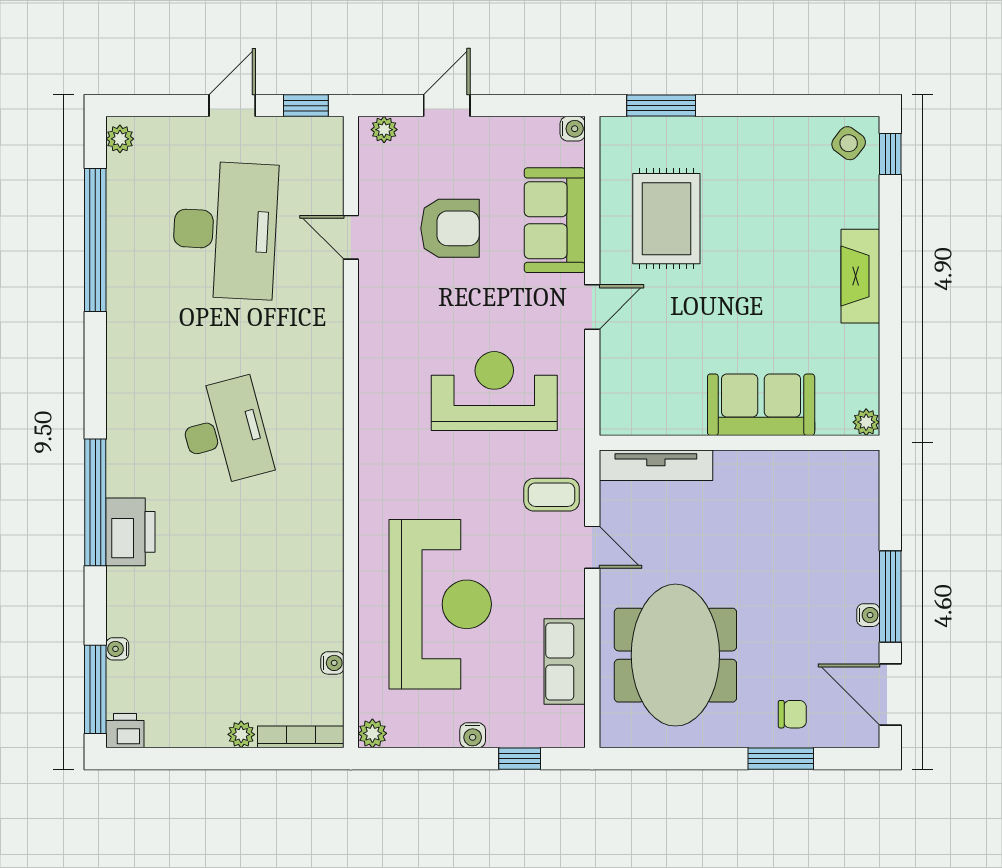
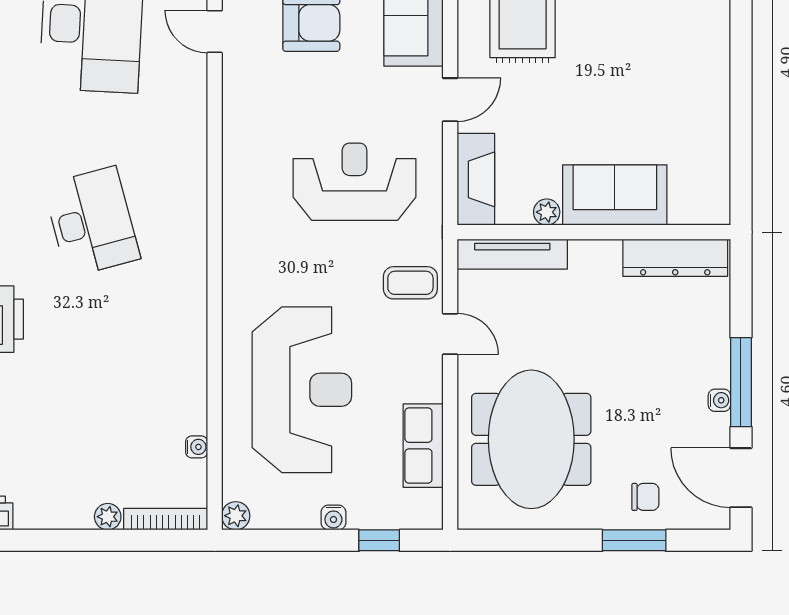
fireplace: (860, 276) -> (476, 179), moved, turned 180
plant: (866, 422) -> (547, 212), moved
dresser: (823, 469) -> (675, 258), added

